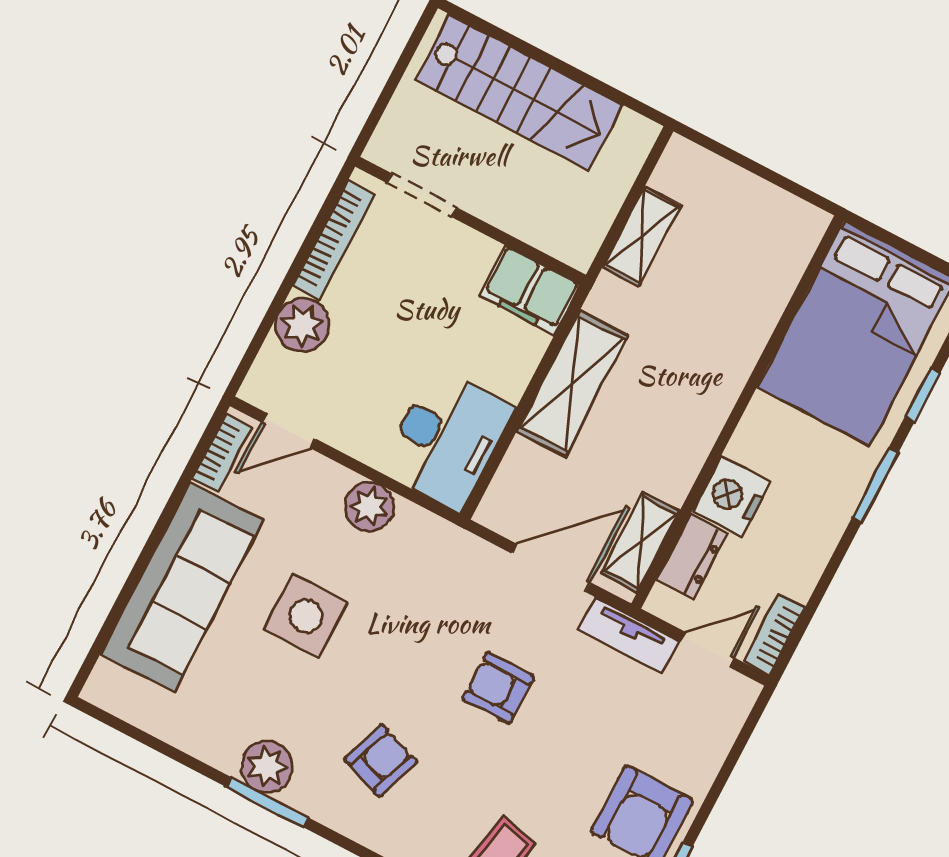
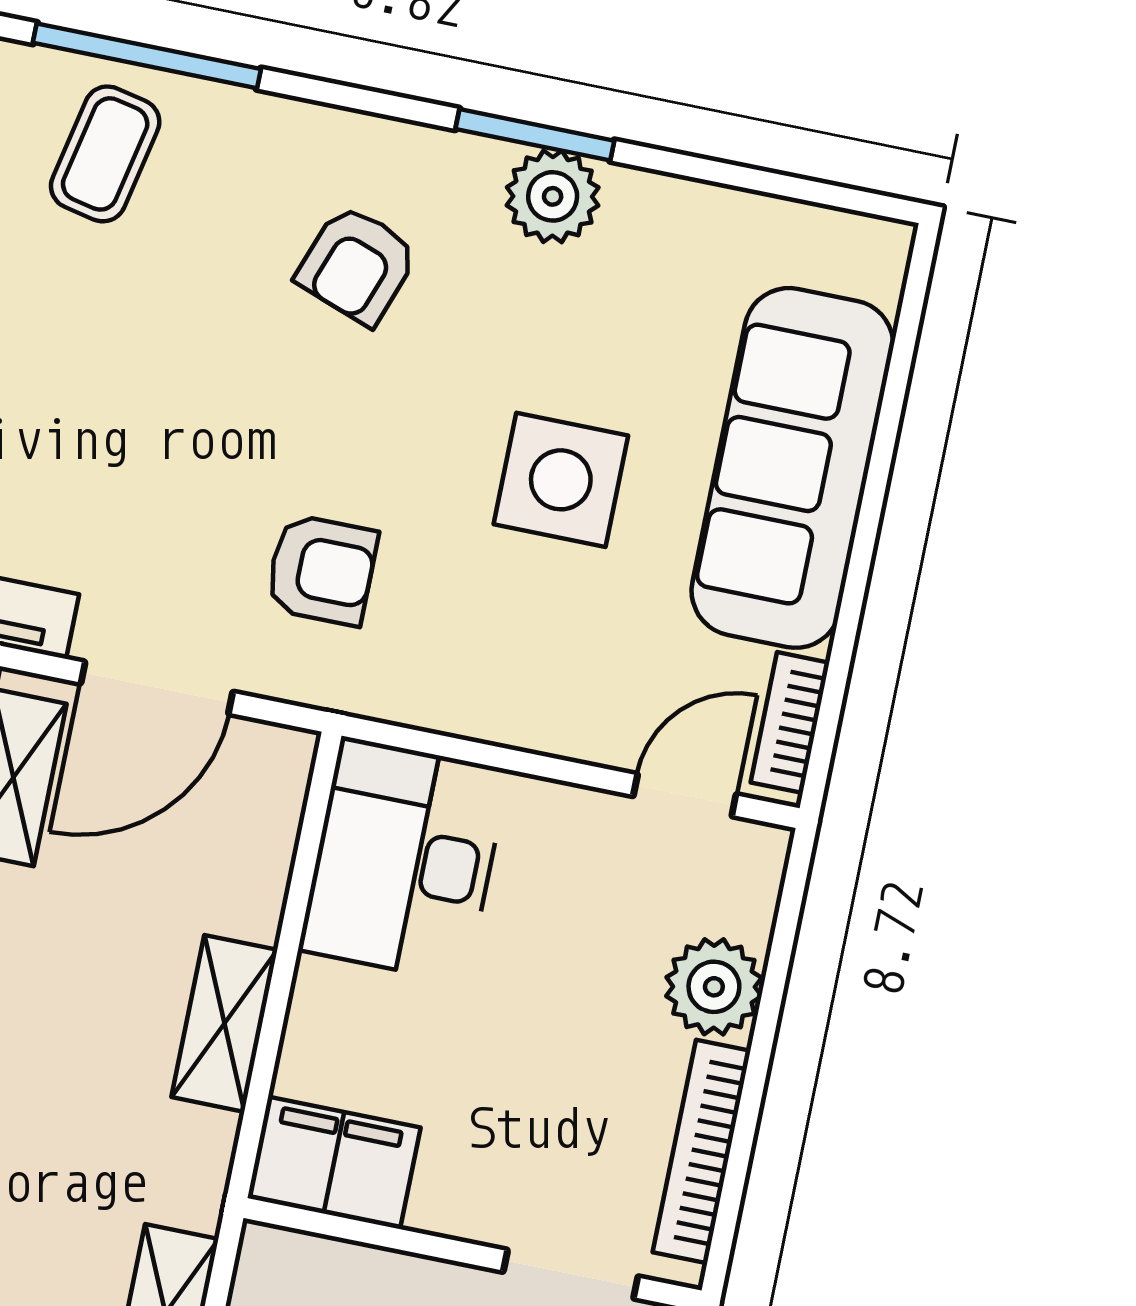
shelving: (572, 384) -> (224, 1023), width x0.67, depth x0.75
plant: (369, 507) -> (505, 703), removed
armchair: (498, 688) -> (322, 570), moved

